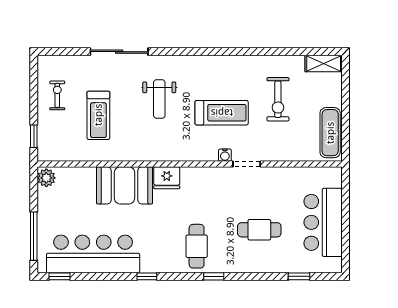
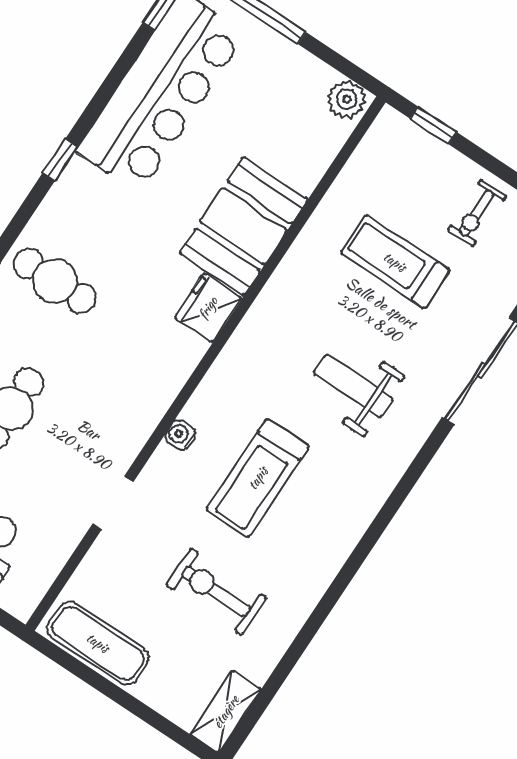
exercise bike: (57, 95) -> (477, 213), turned 90
doorway: (247, 164) -> (113, 503), moved

